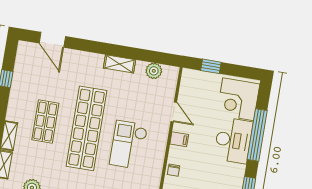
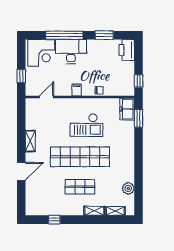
door: (52, 40) -> (21, 171), moved
plant: (154, 71) -> (31, 116), removed
door: (174, 112) -> (47, 97), moved

